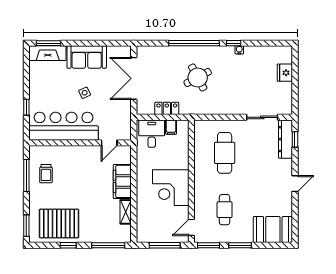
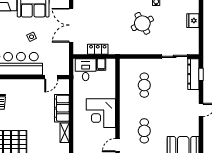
round table: (198, 77) -> (142, 23), moved
cafe table: (225, 153) -> (144, 85), width x0.73, depth x0.74

